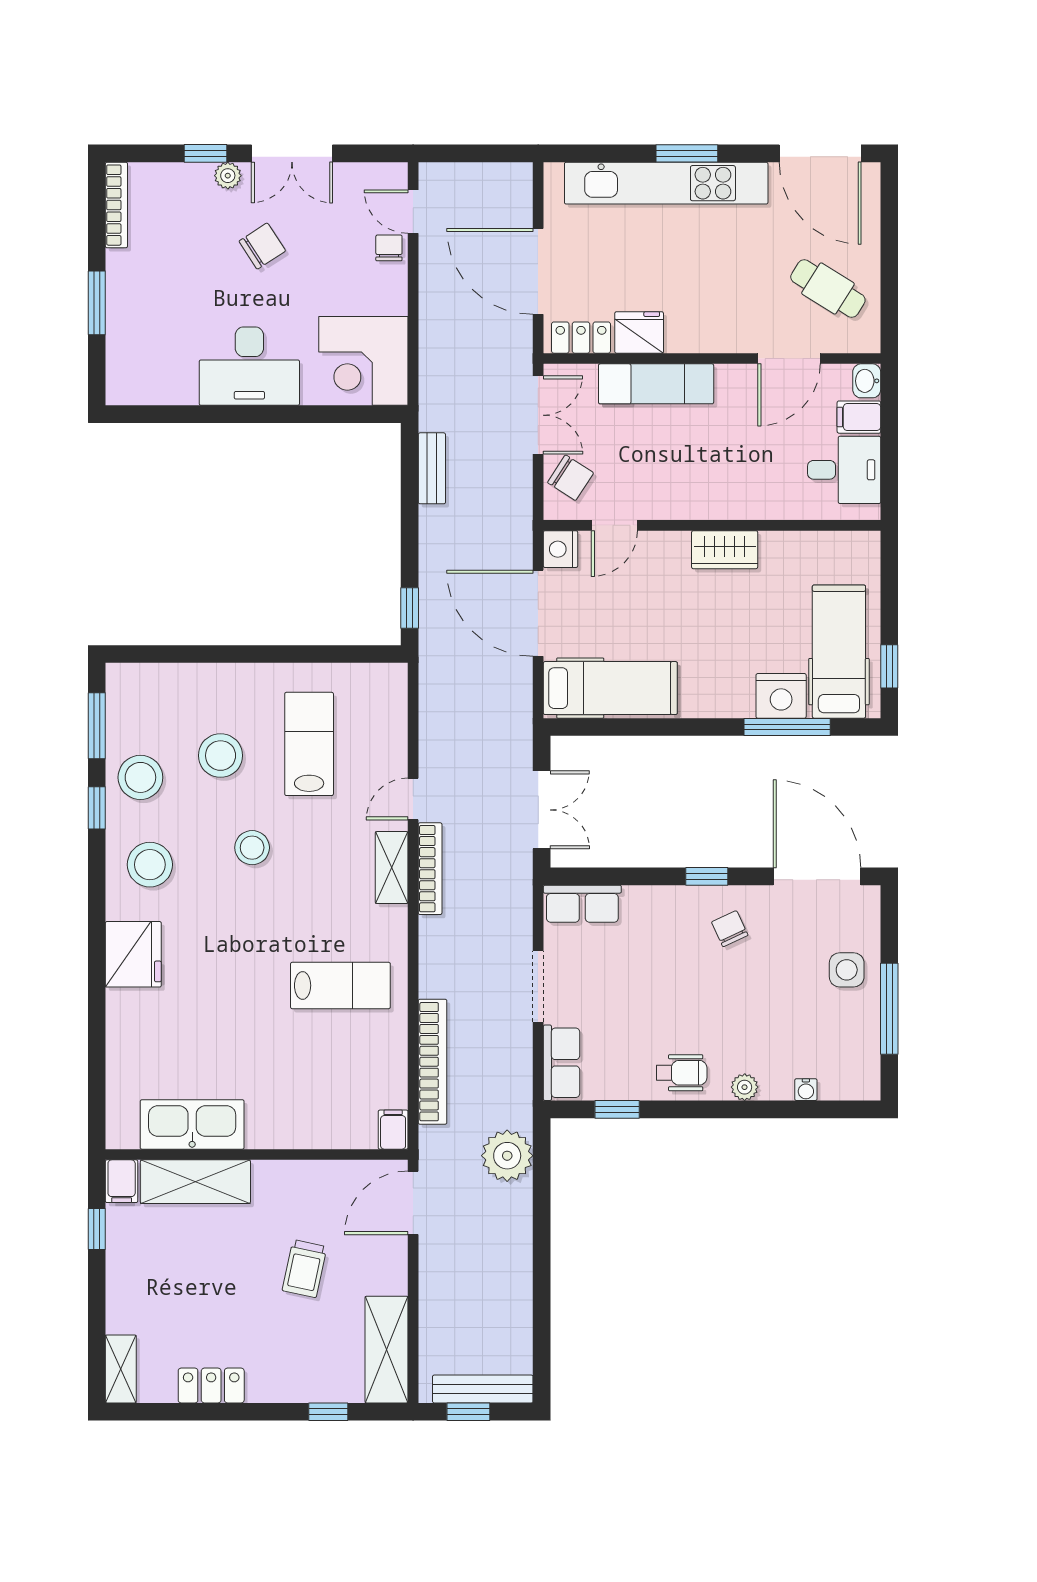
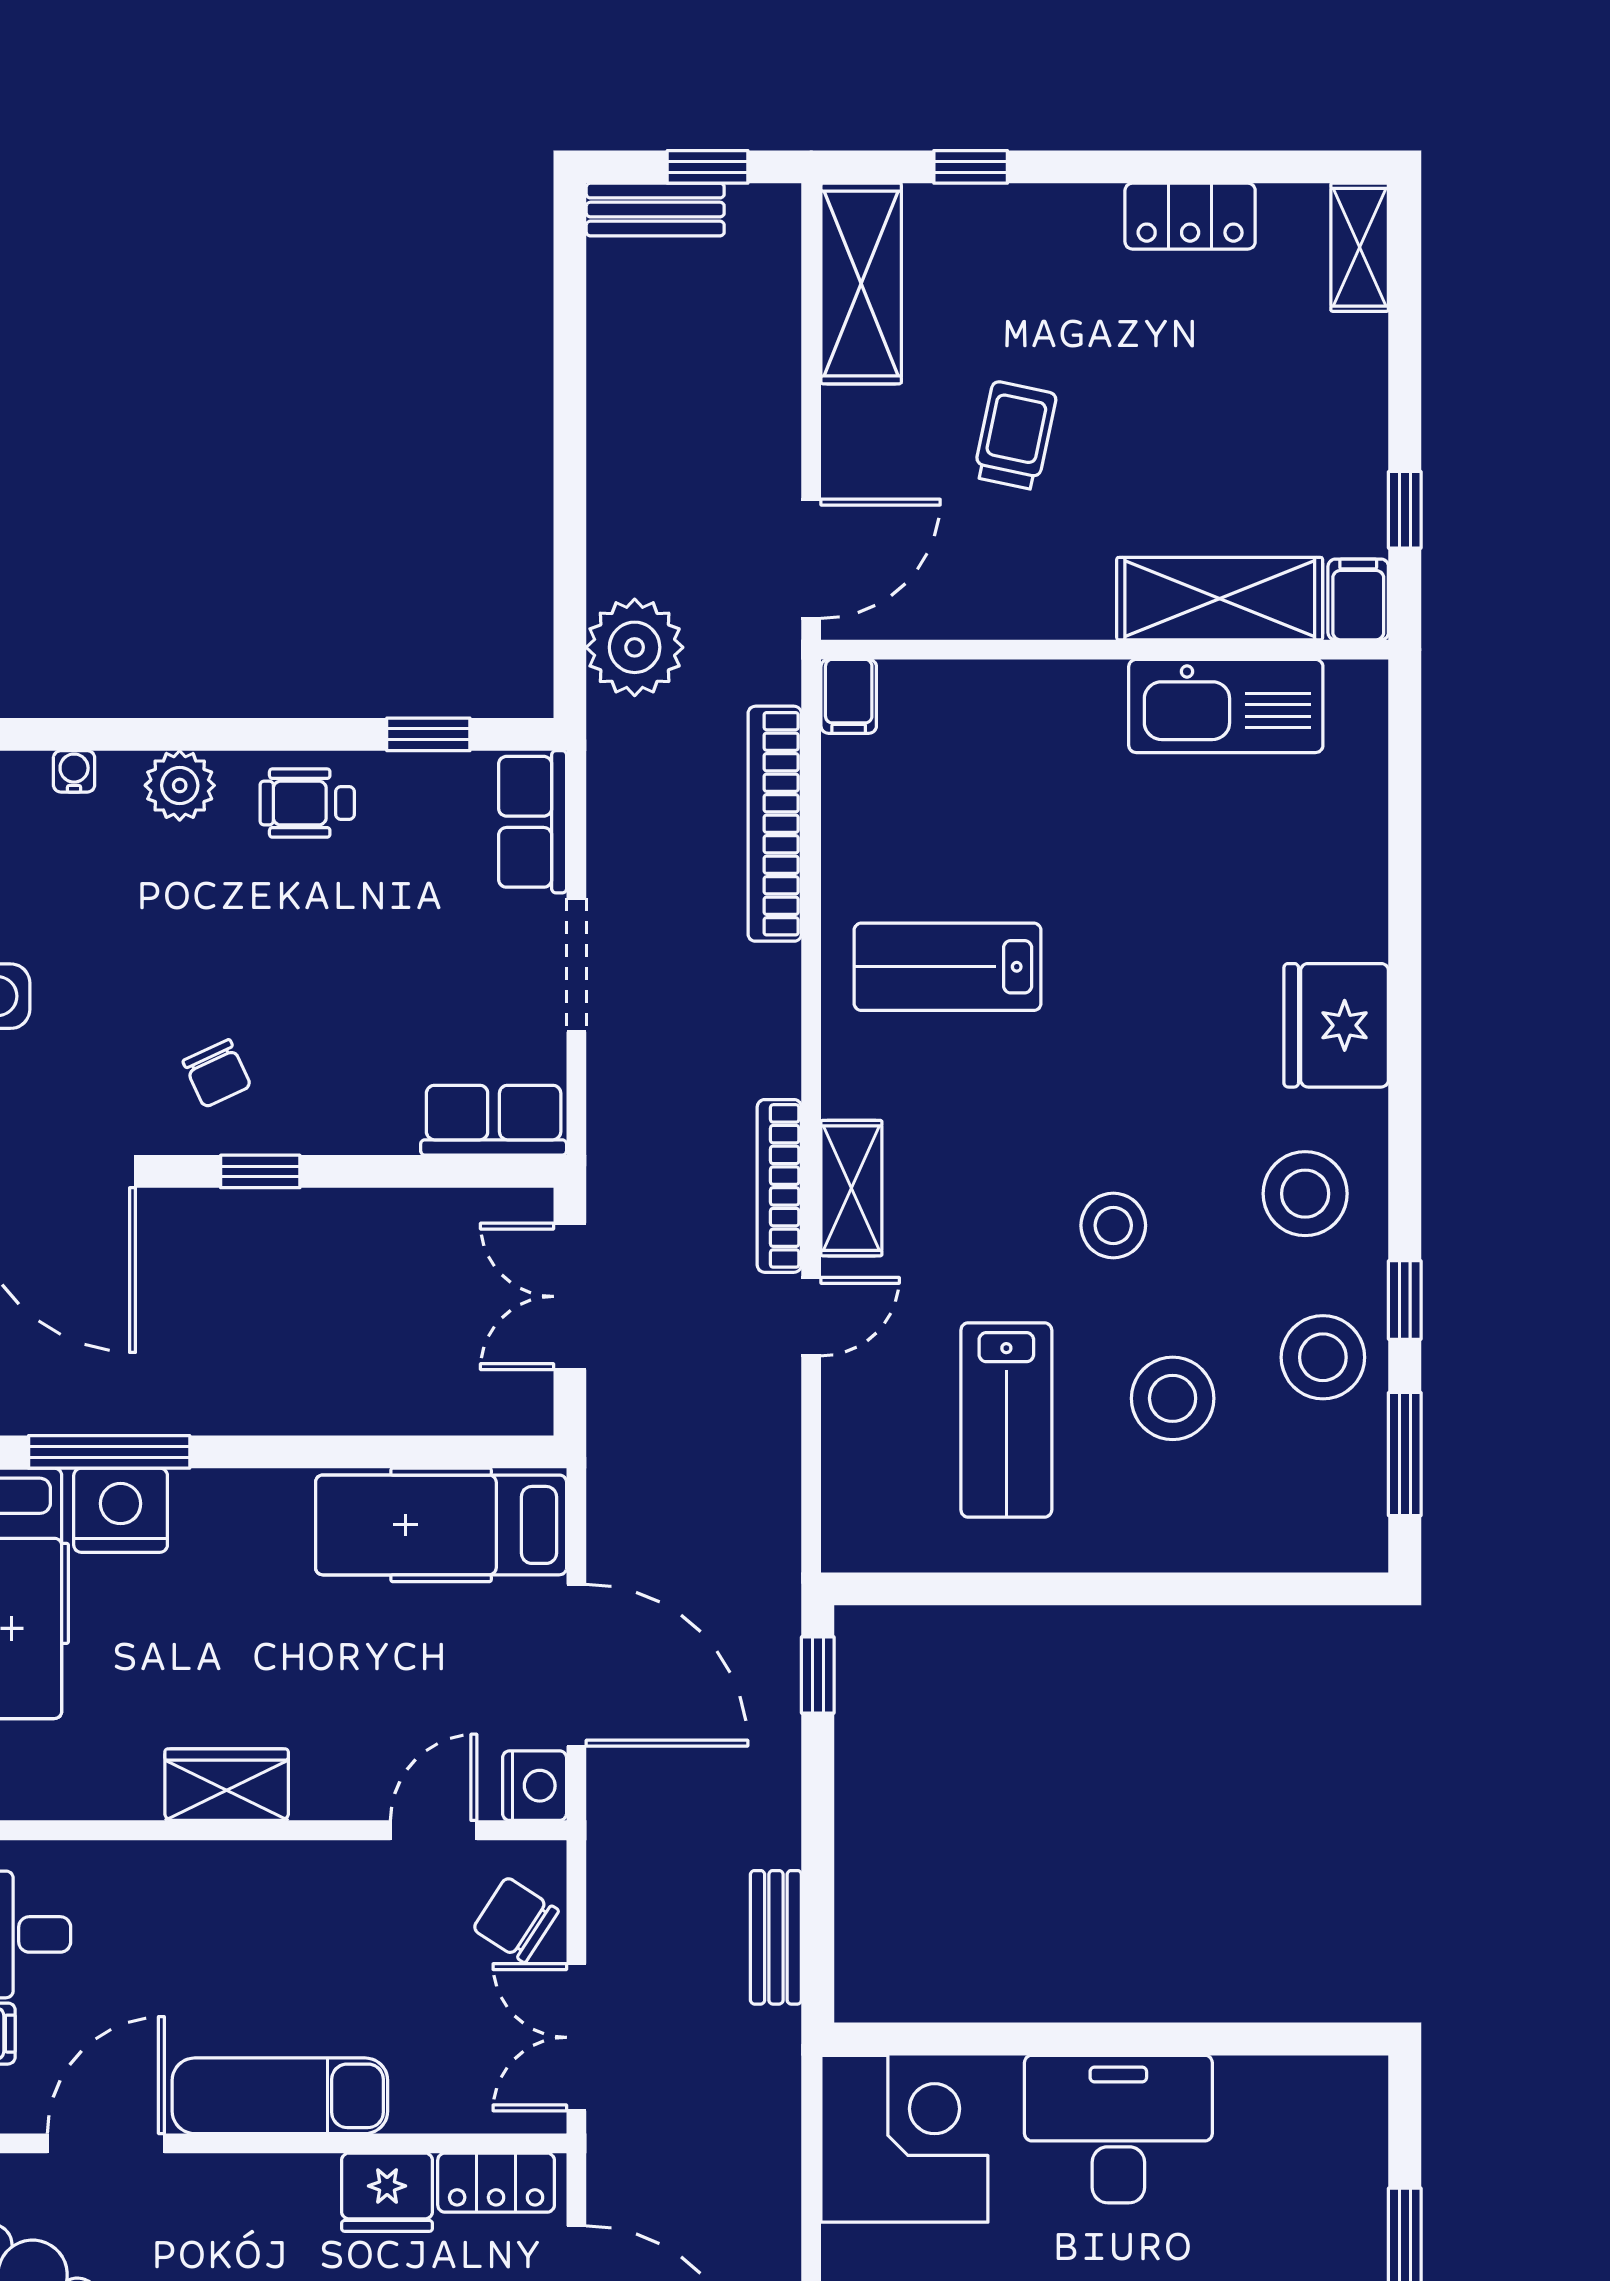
exam couch: (656, 384) -> (280, 2096), moved
plant: (745, 1087) -> (180, 785), width x1.38, depth x1.38
bench: (483, 1389) -> (655, 210), width x0.73

